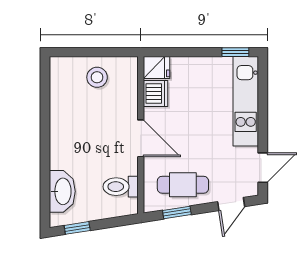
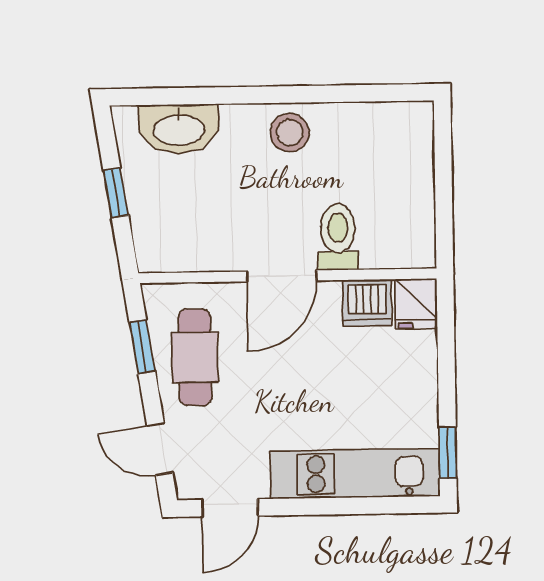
stool: (97, 77) -> (290, 133), moved
door: (263, 168) -> (230, 508), hinge flipped
toilet: (121, 187) -> (338, 237), moved
window: (77, 228) -> (116, 193), moved

